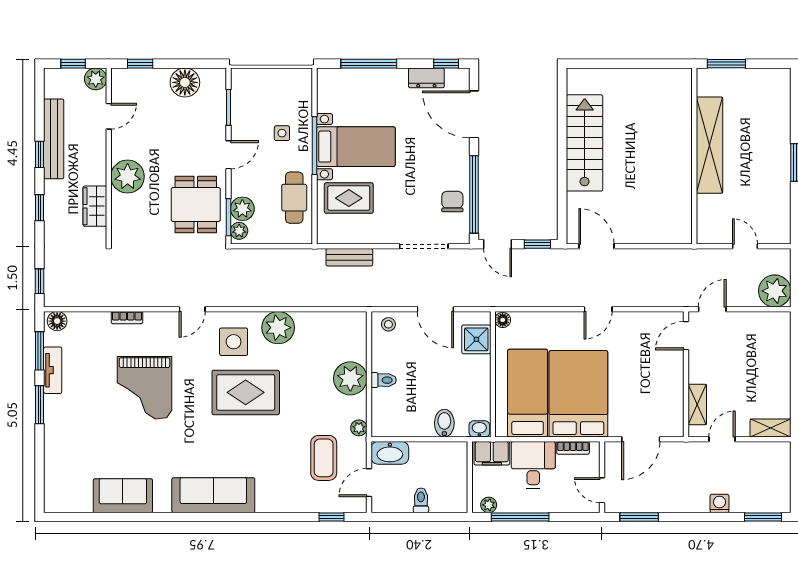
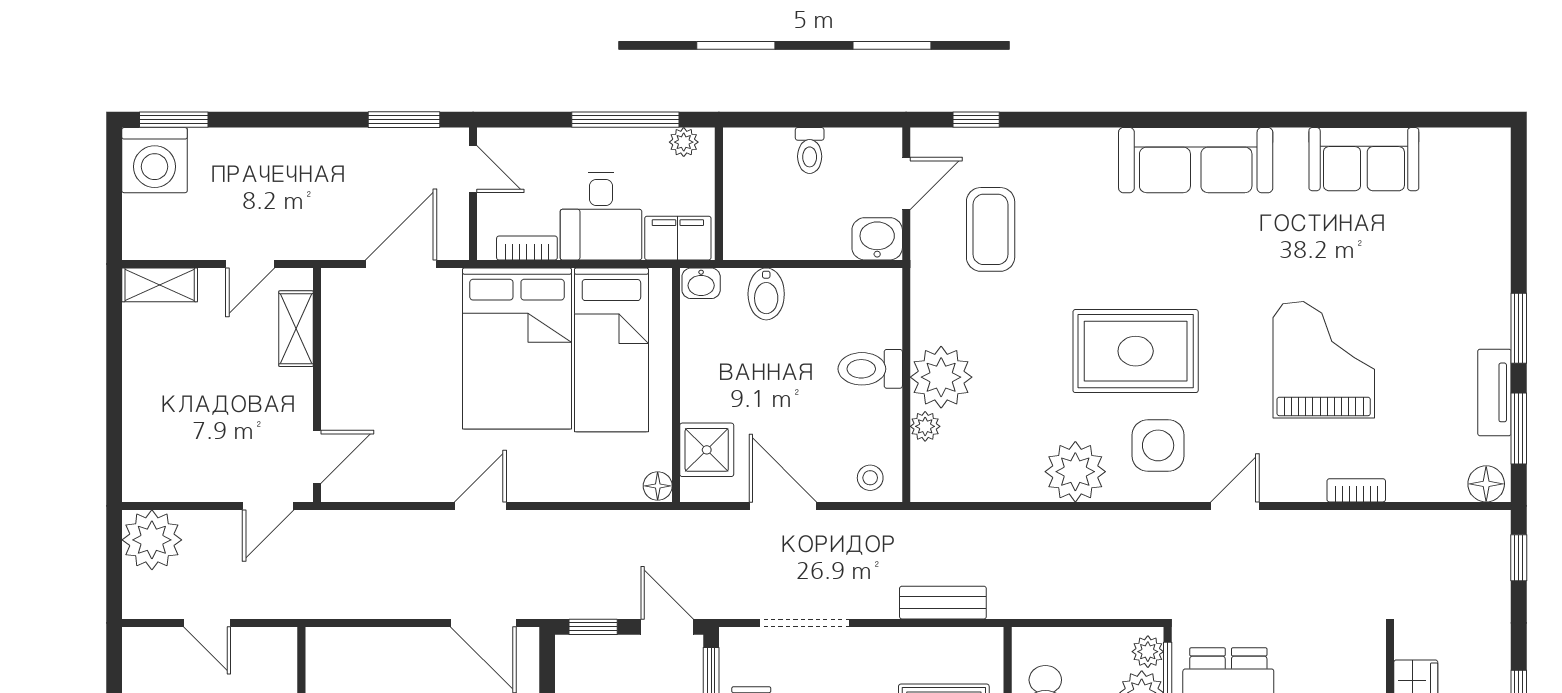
toilet: (384, 380) -> (870, 369), width x1.37, depth x1.39
plant: (359, 428) -> (925, 426), moved
washbasin: (390, 453) -> (877, 239), width x0.72
washing machine: (719, 503) -> (155, 160), moved, width x1.89, depth x1.89

